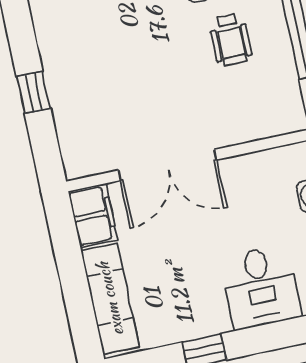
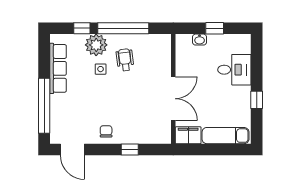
chair: (62, 31) -> (106, 131), added
wheelchair: (231, 39) -> (125, 60), turned -97

